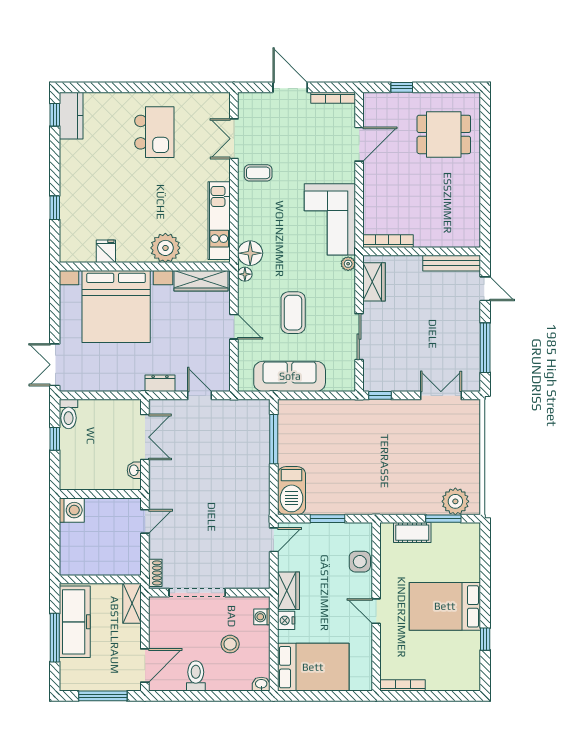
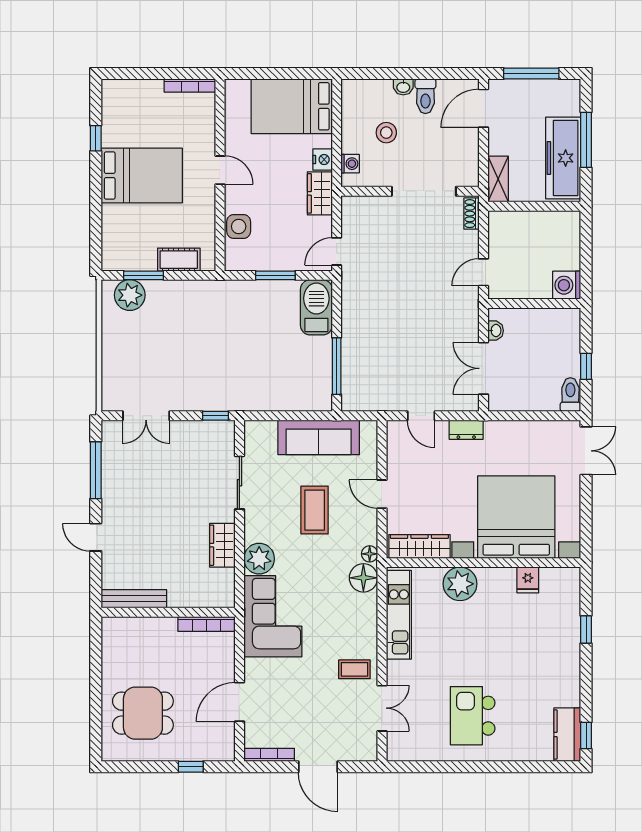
bookcase: (388, 241) -> (206, 624), moved
wall: (422, 251) -> (168, 612), moved
bench: (452, 263) -> (134, 599), moved
plant: (348, 264) -> (259, 559), width x1.87, depth x1.87
washbasin: (261, 684) -> (403, 87), moved

